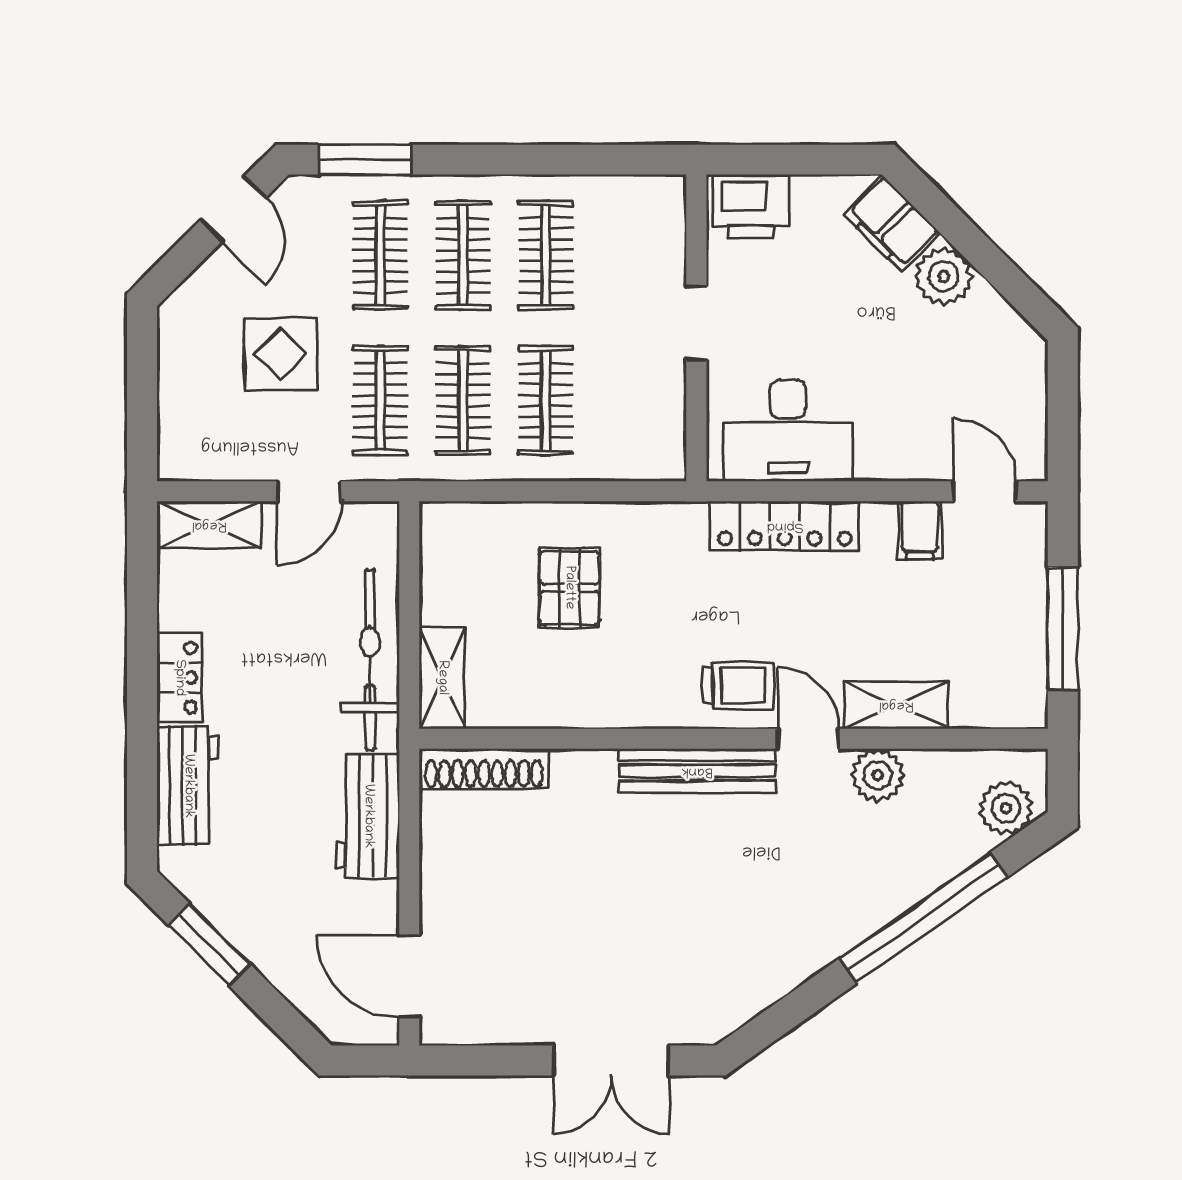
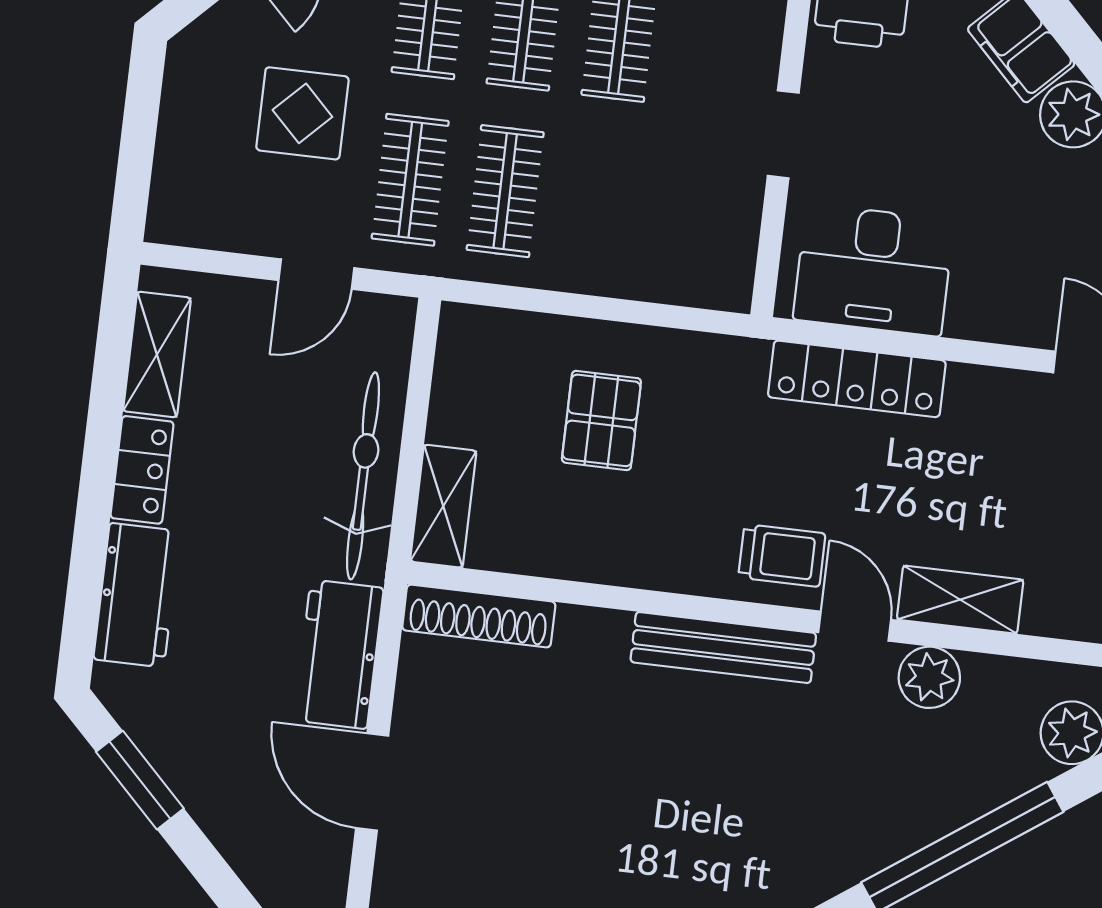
clothes rail: (546, 401) -> (600, 202), removed
shelving: (209, 525) -> (157, 354), moved, turned 90
filing cabinet: (920, 530) -> (1011, 402), removed
door: (409, 976) -> (372, 782), moved

